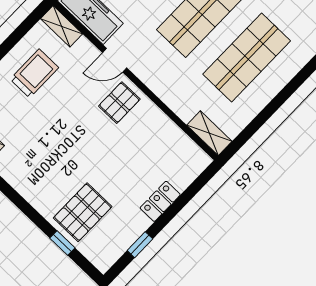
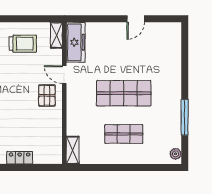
shop shelf: (247, 58) -> (124, 134), width x0.70, depth x0.74
pallet: (119, 103) -> (47, 95), turned 90

